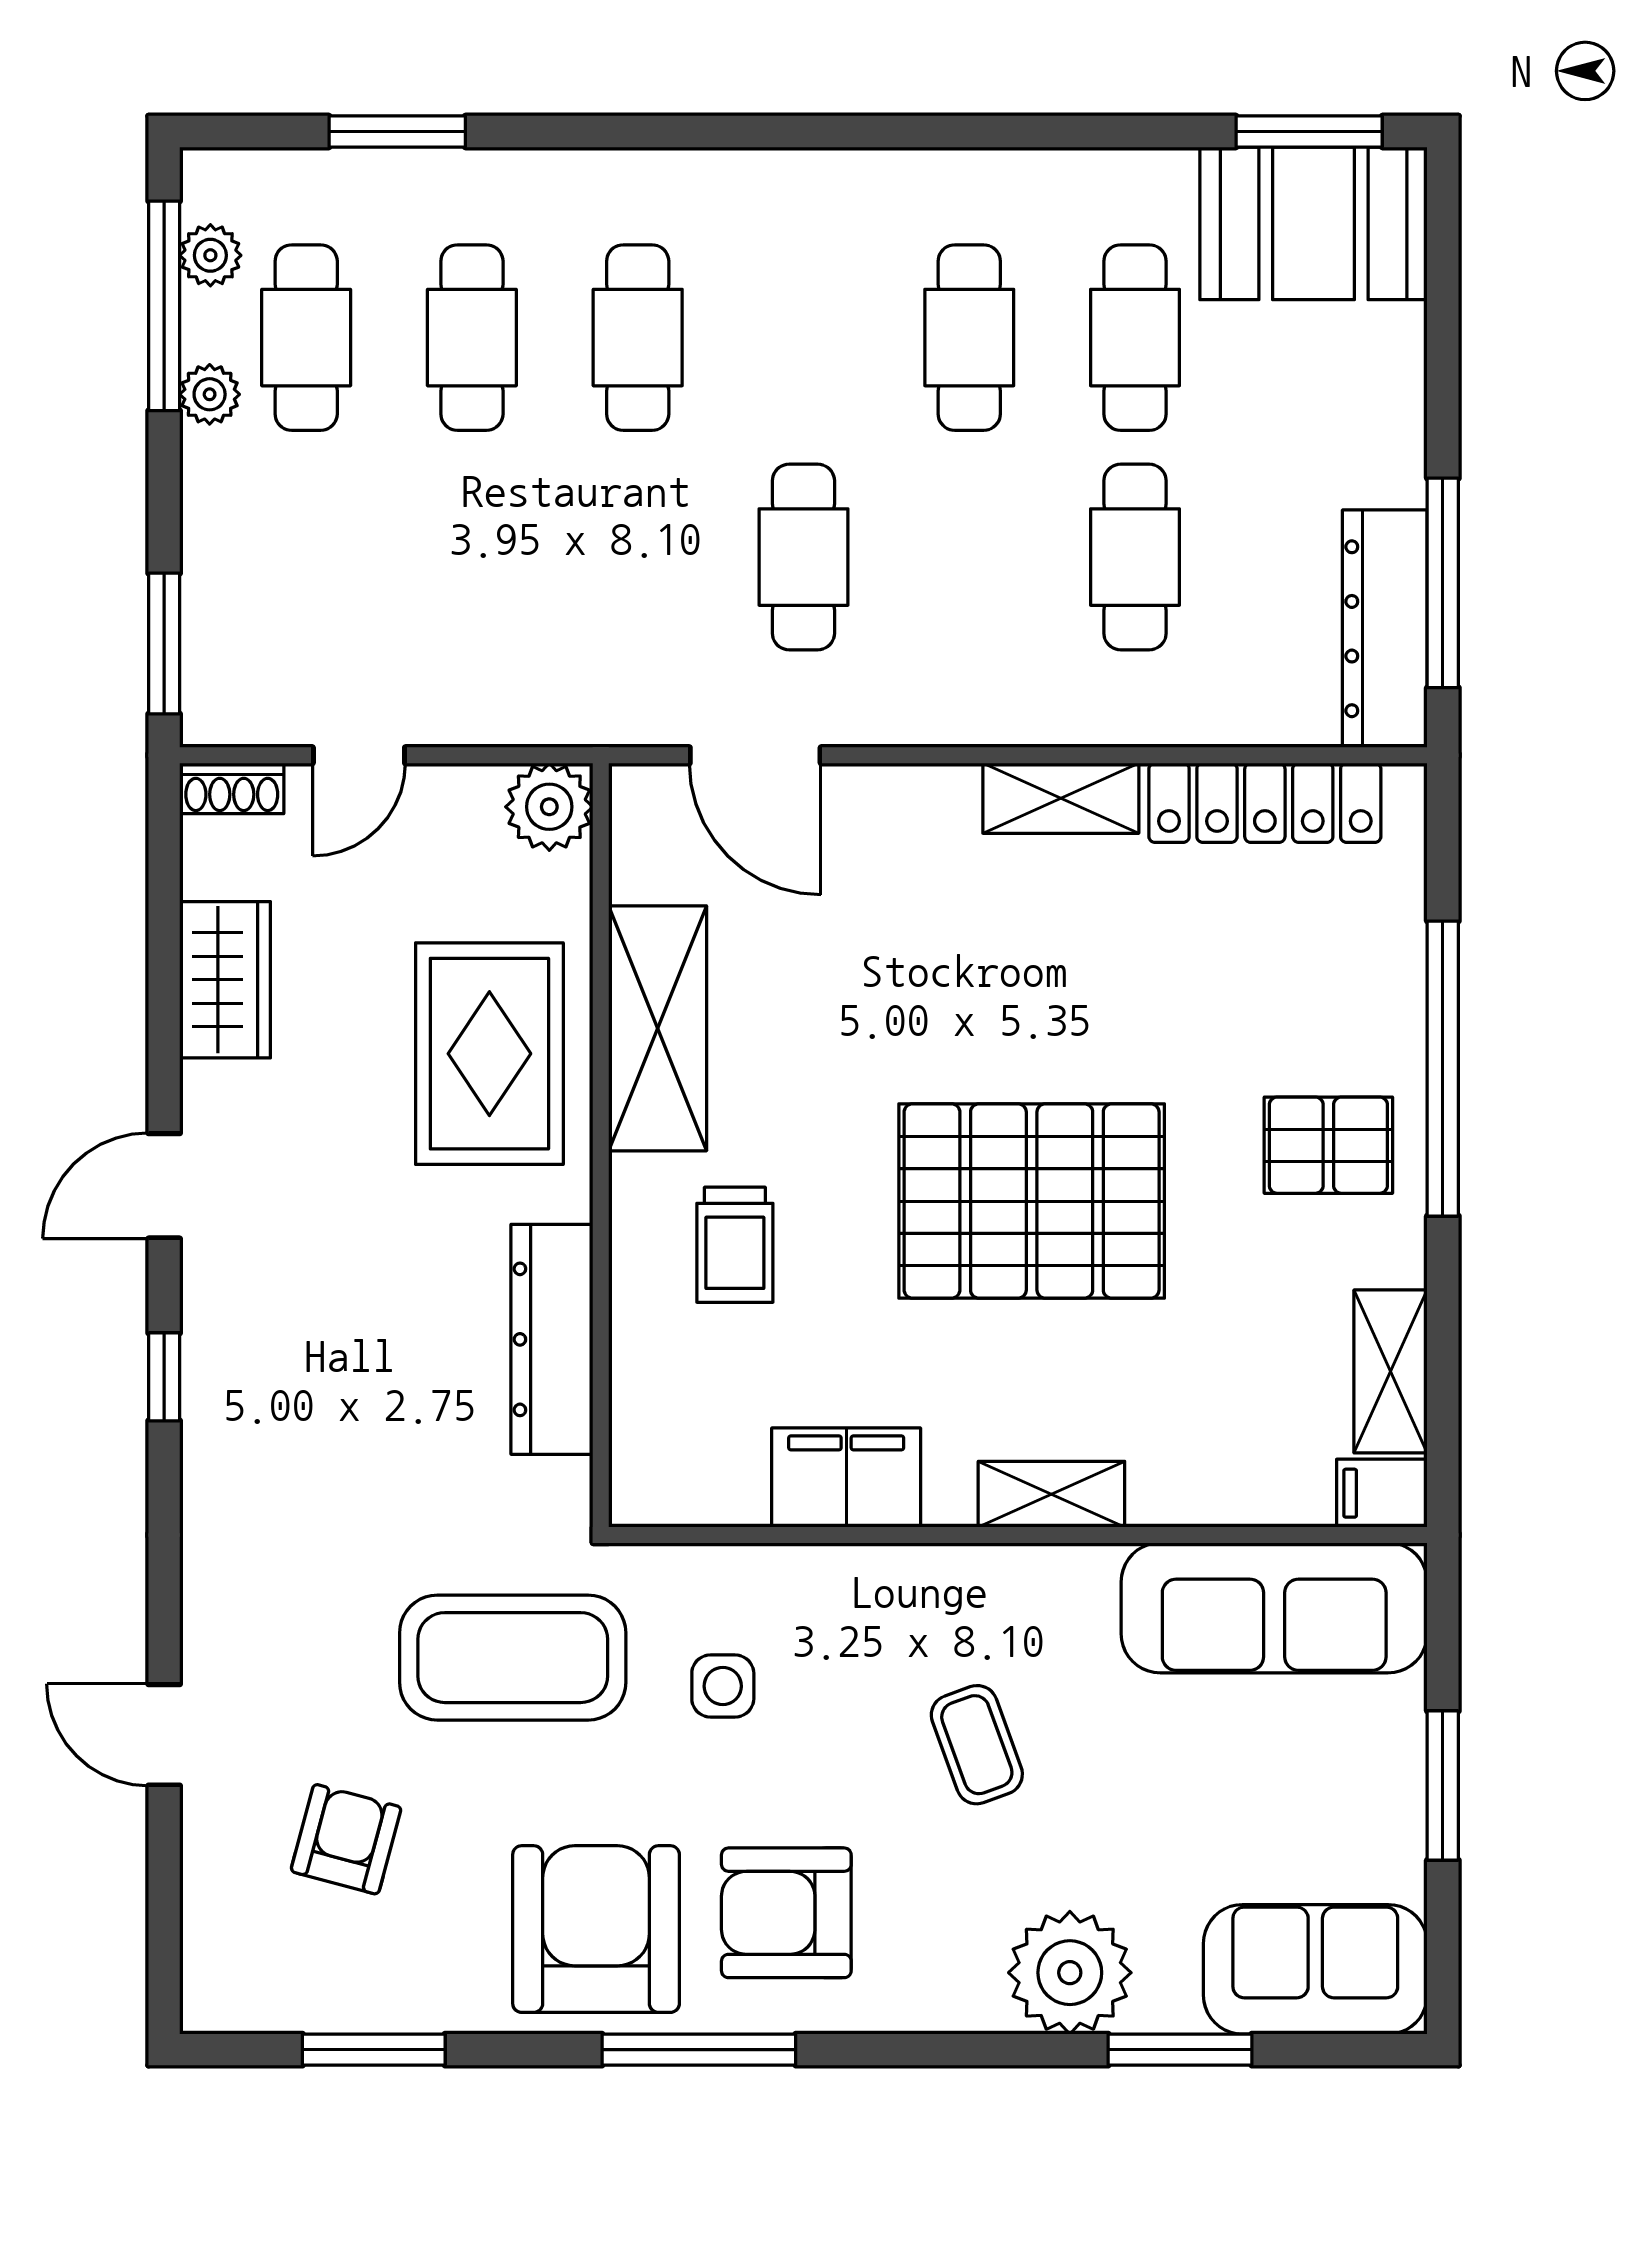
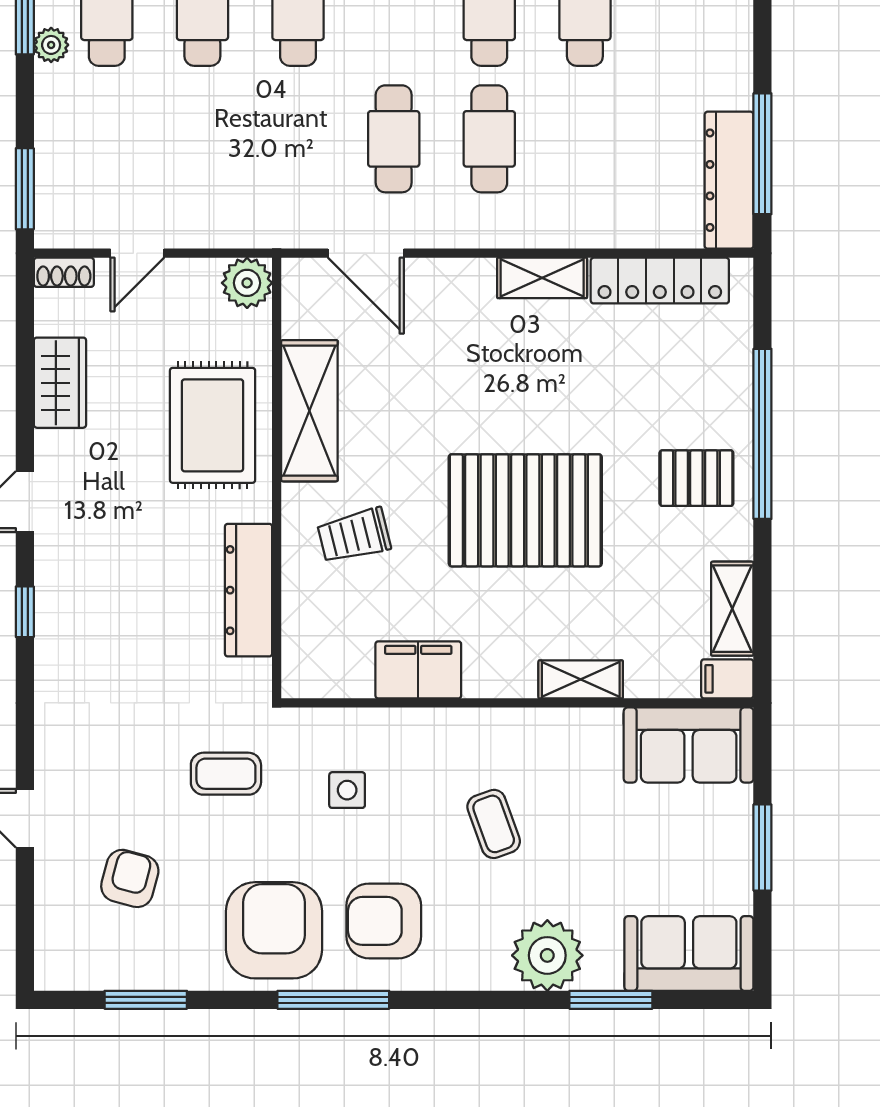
cafe table: (1135, 557) -> (489, 139), moved
trolley: (735, 1245) -> (354, 536), turned 76
shelving: (1051, 1494) -> (581, 679), moved
sofa: (1274, 1608) -> (689, 745), width x0.73
coffee table: (513, 1658) -> (226, 774), width x0.54, depth x0.58

